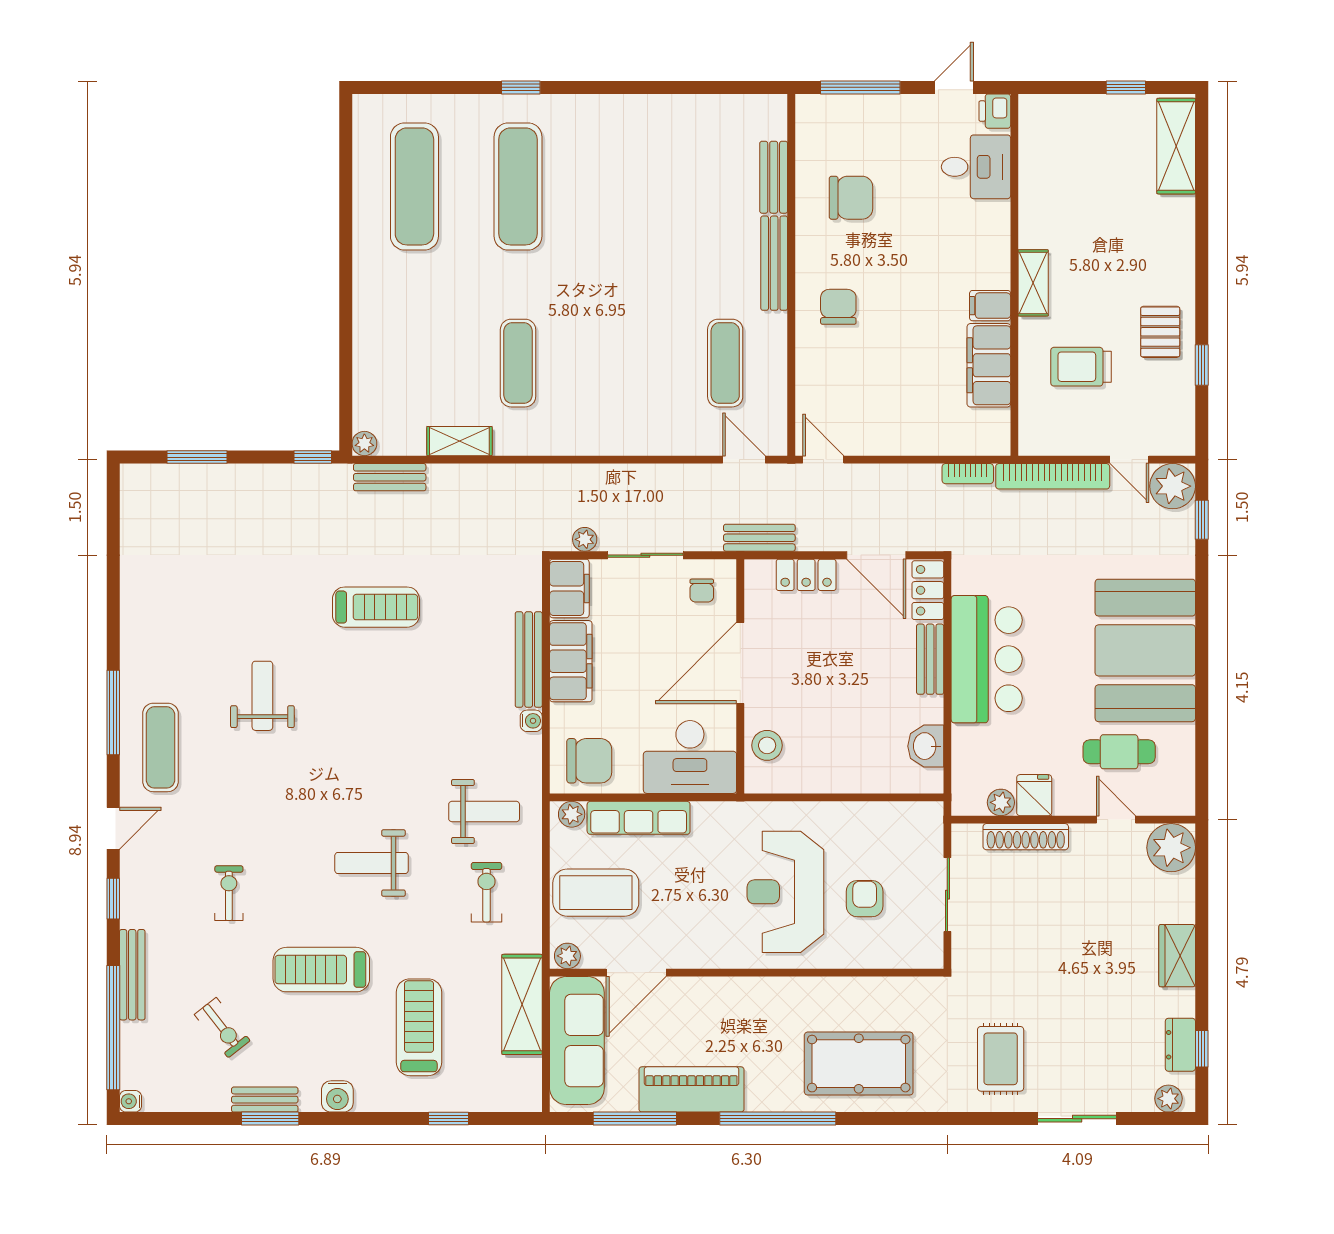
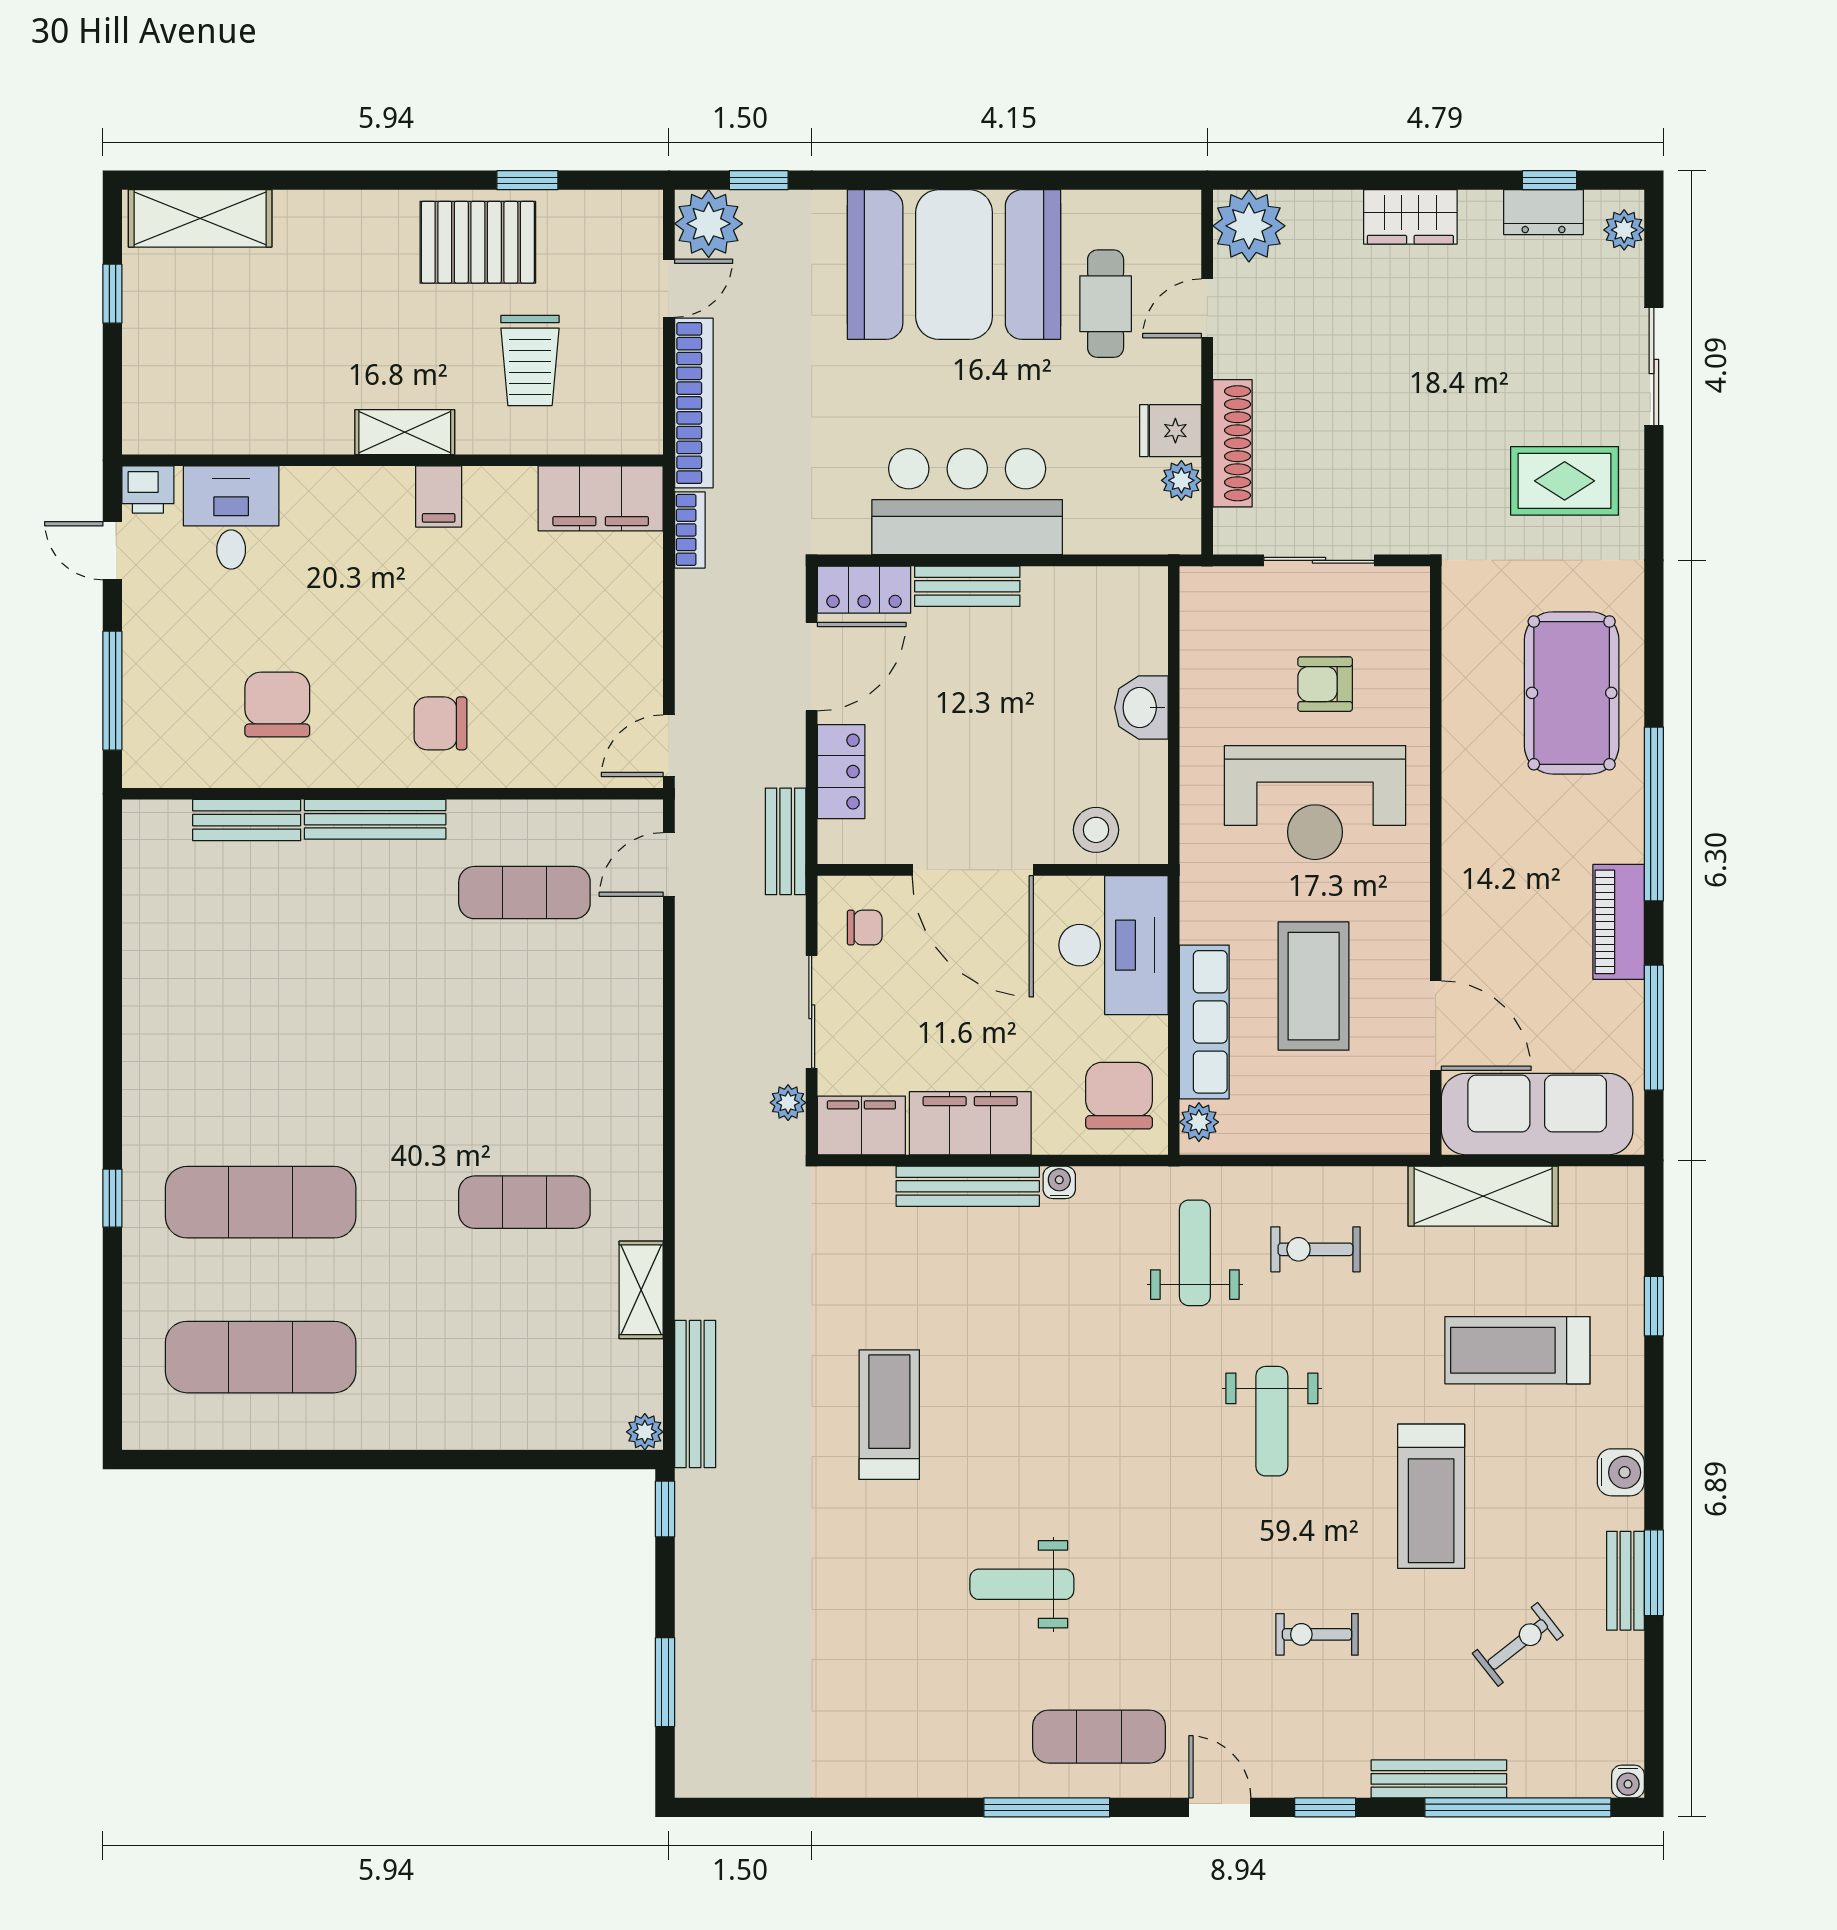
pallet: (1160, 332) -> (478, 242), width x1.50, depth x1.42
filing cabinet: (989, 365) -> (601, 498), moved
bench: (390, 477) -> (695, 1394), width x1.36
washbasin: (926, 746) -> (1141, 708), moved, turned 90
coffee table: (596, 893) -> (1314, 986), moved
plant: (567, 956) -> (1411, 1128), removed
piano: (691, 1089) -> (1619, 922), width x0.73, depth x0.75

